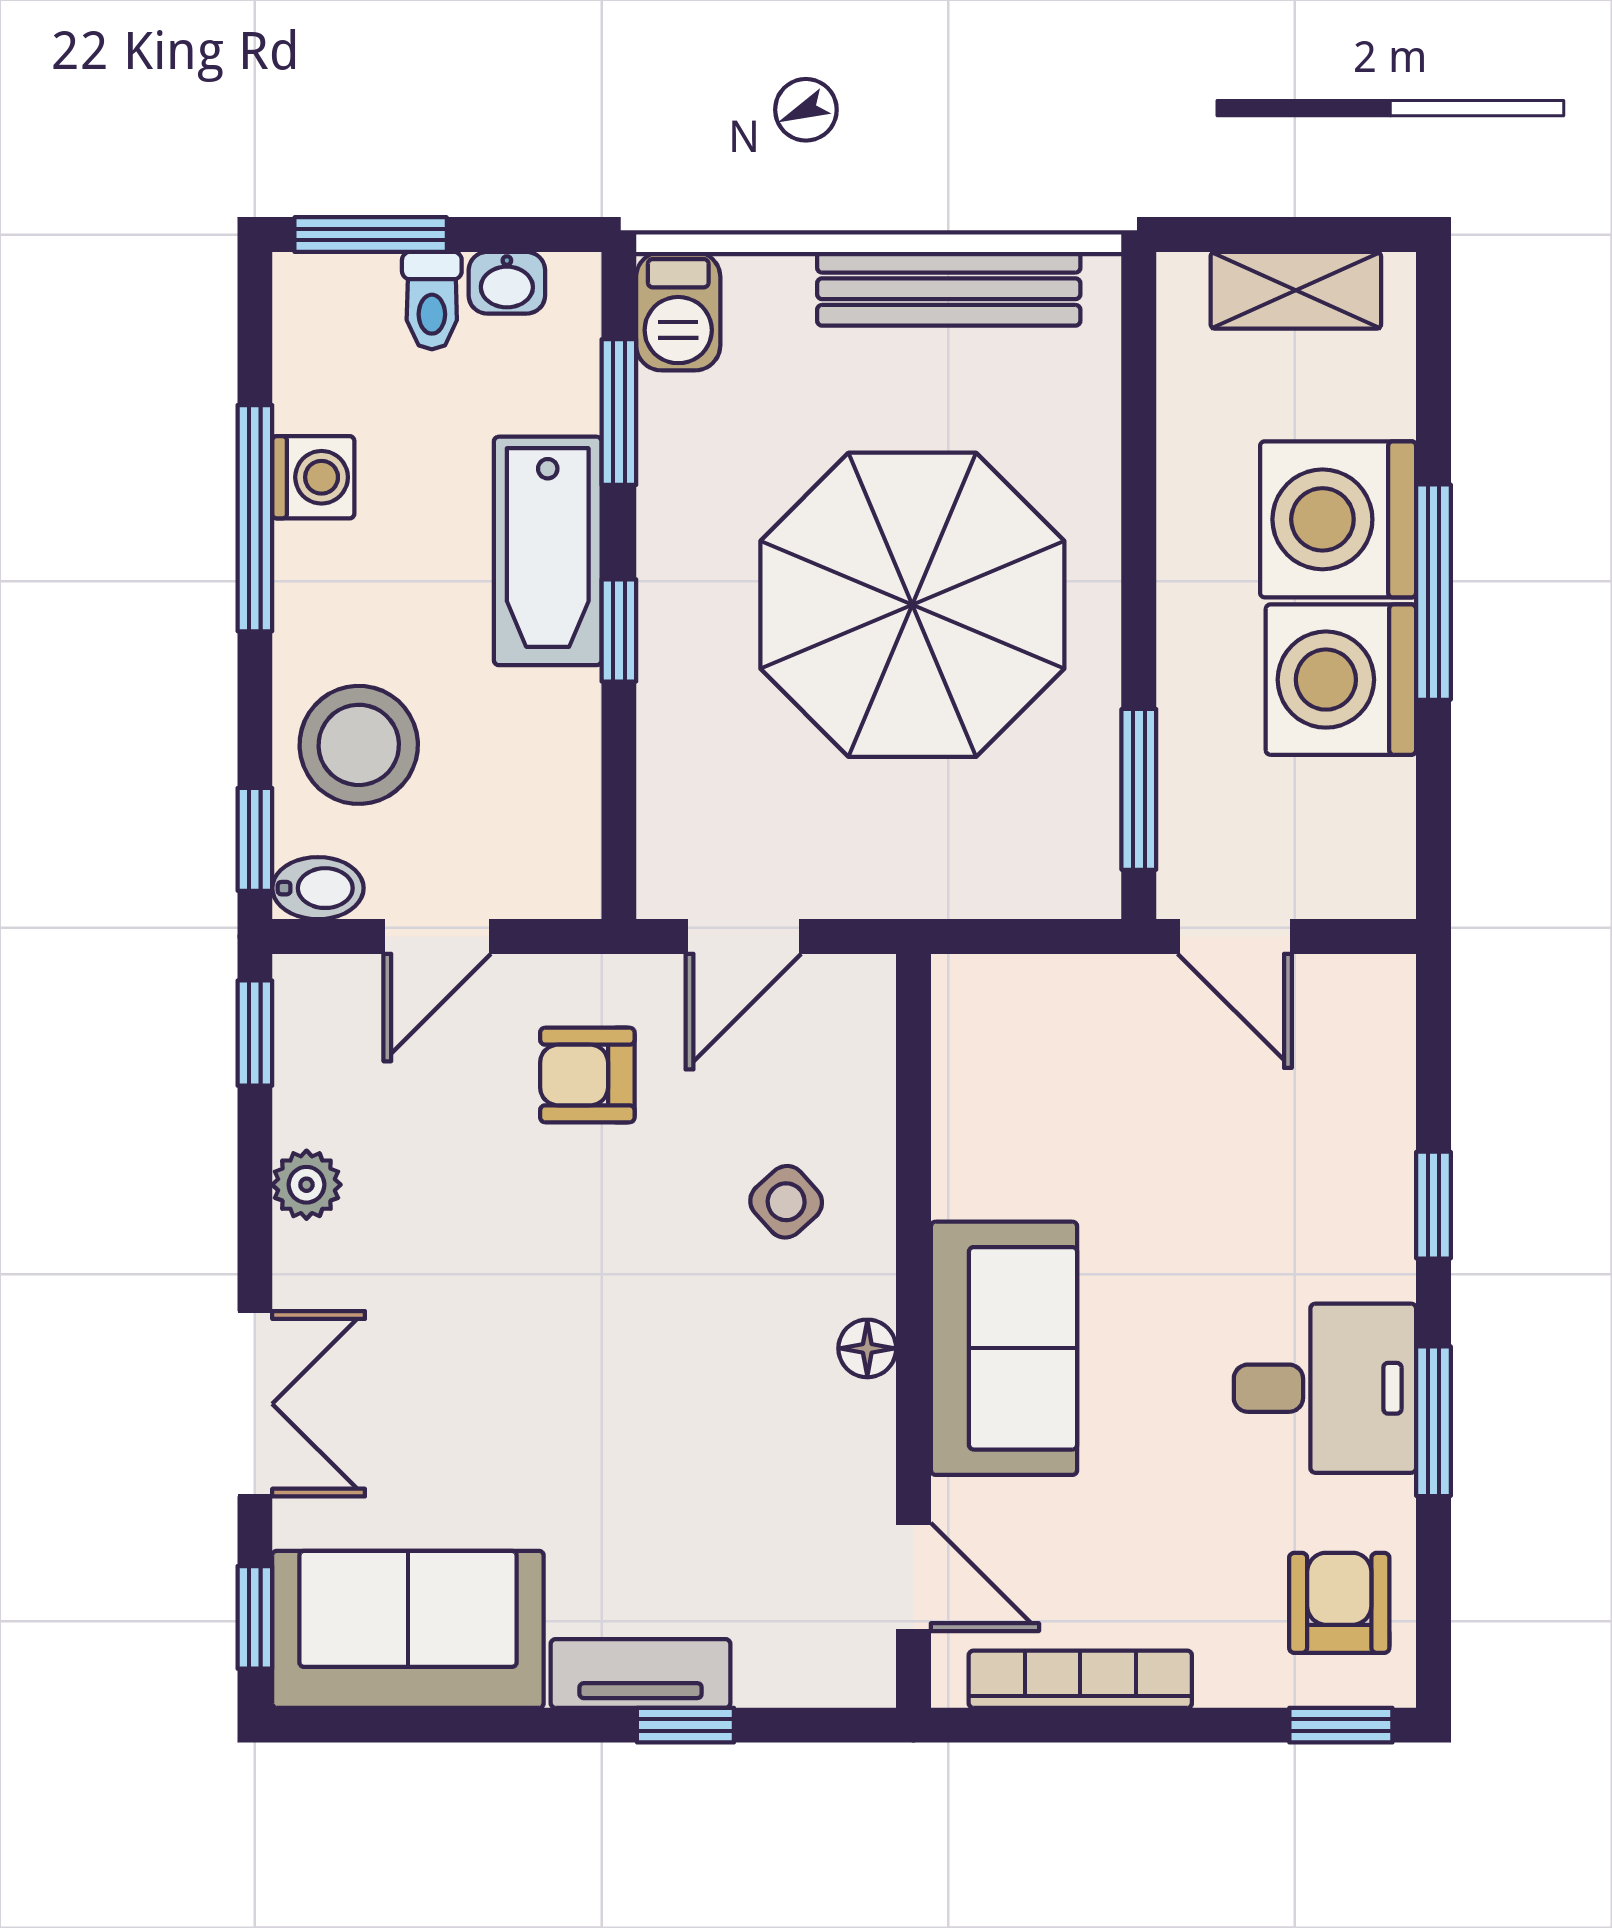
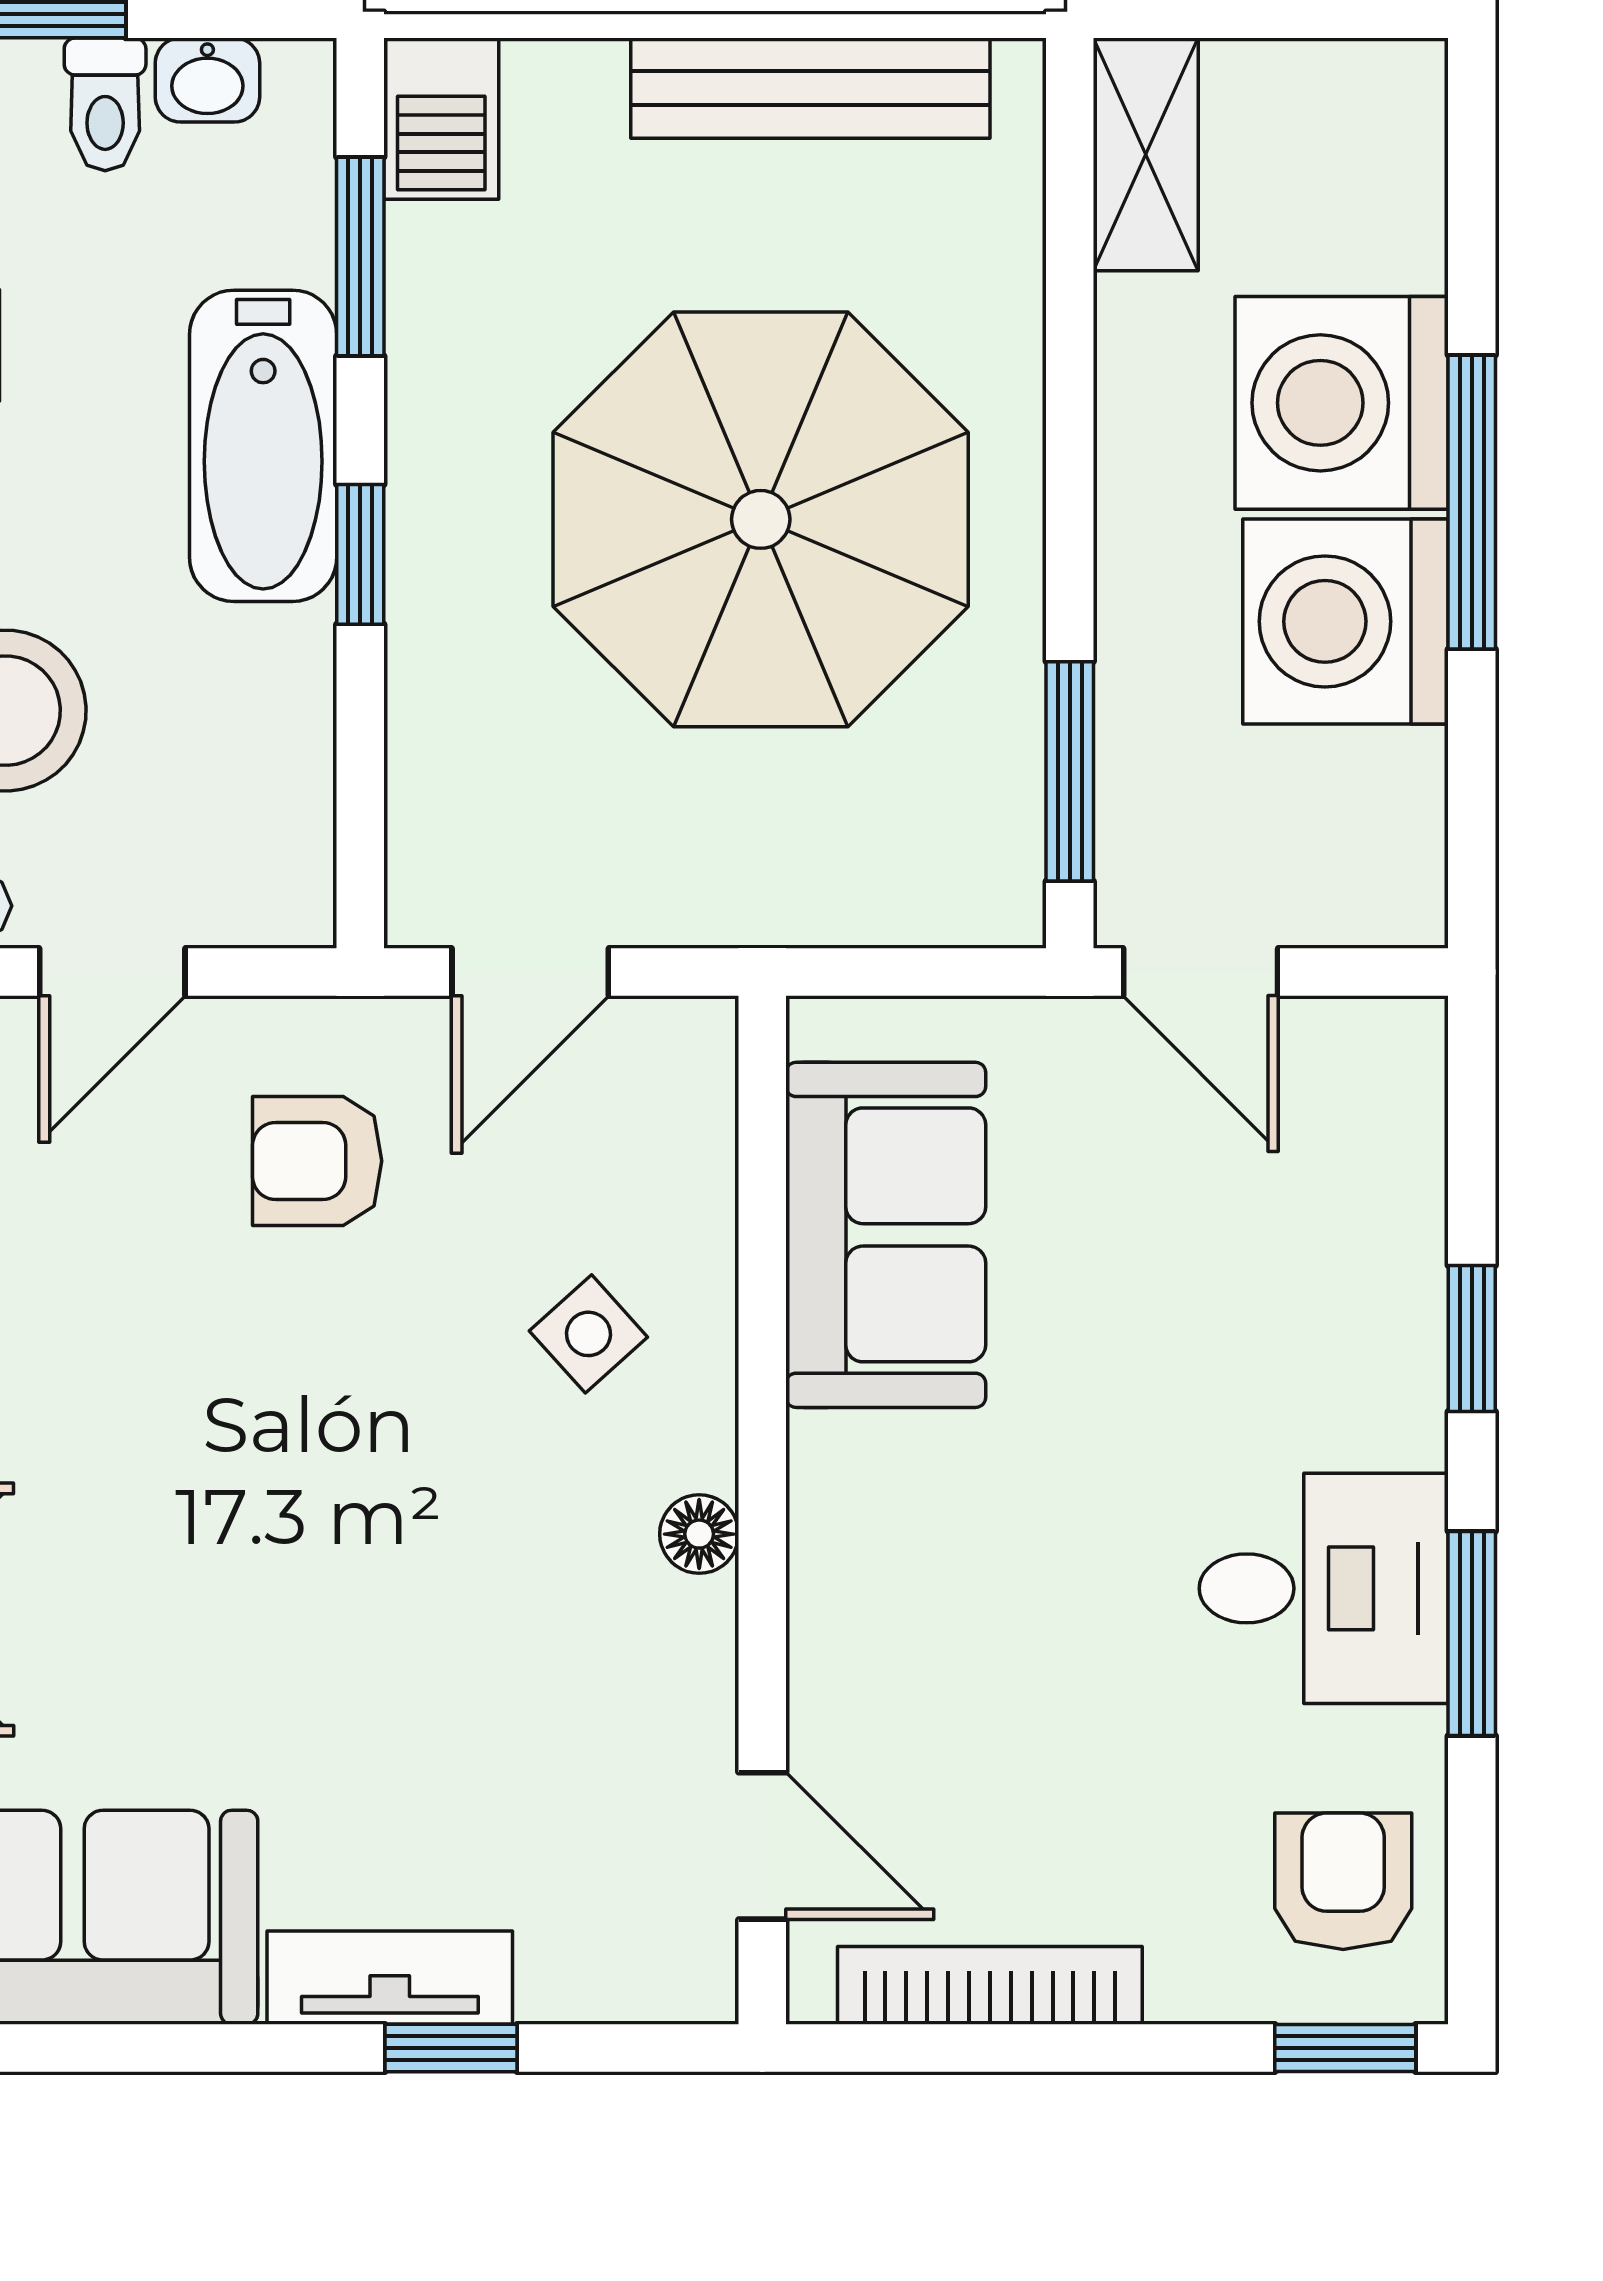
shelving: (1296, 290) -> (1146, 154), moved, turned 90
sofa: (1004, 1348) -> (886, 1235), moved

